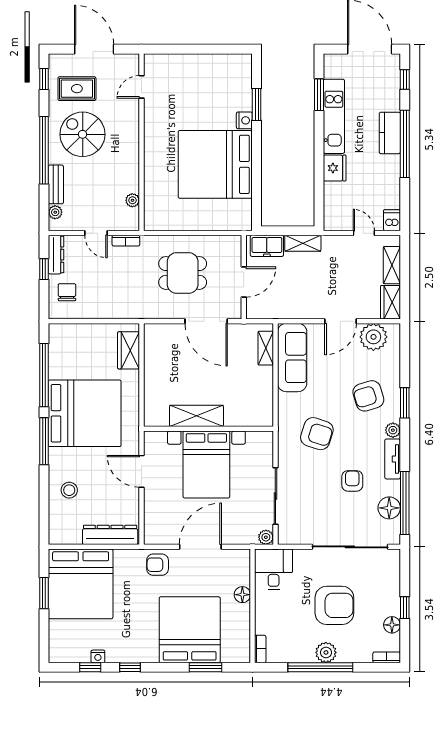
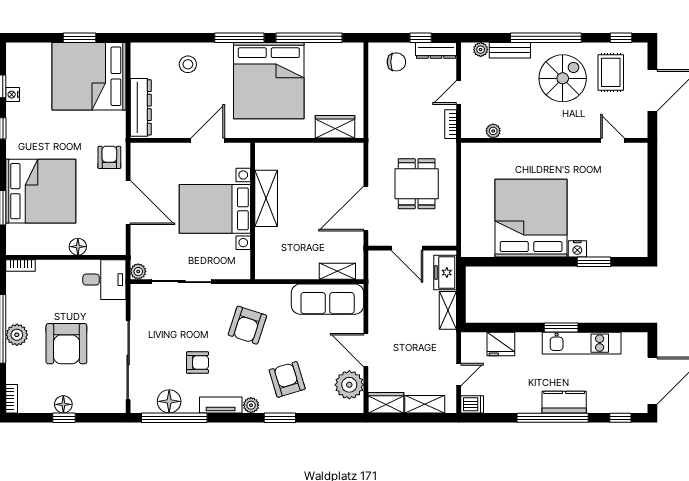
window: (319, 95) -> (561, 327), moved
fridge: (335, 168) -> (501, 344), moved
floor lamp: (392, 625) -> (63, 404), moved

